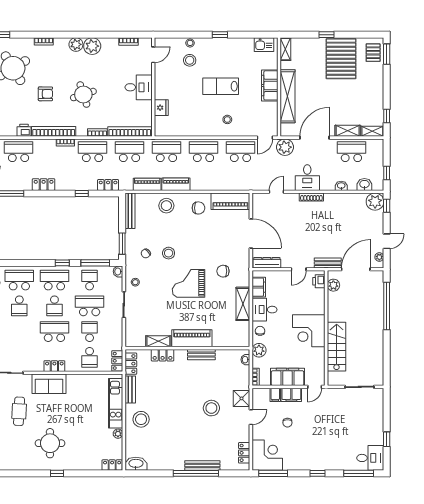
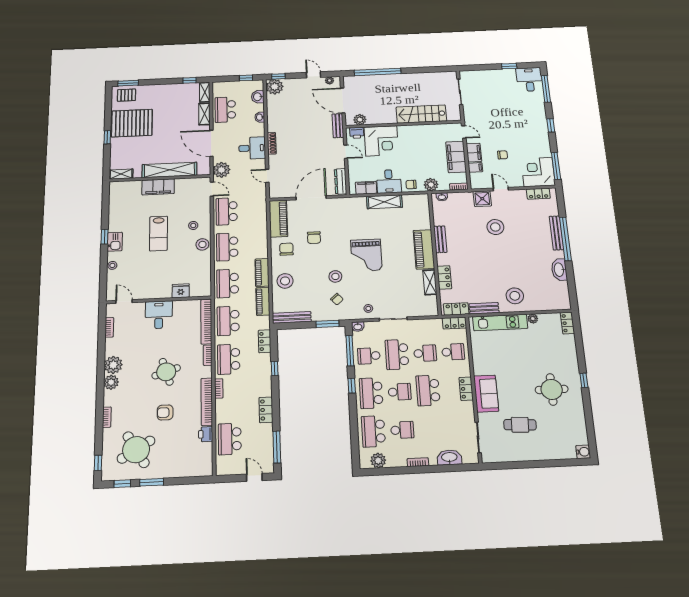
kitchen sink: (264, 45) -> (115, 242), moved
stool: (190, 60) -> (202, 244), moved
armchair: (45, 94) -> (165, 413), turned -90
chair: (223, 271) -> (314, 238), moved
corner desk: (309, 331) -> (381, 141), moved
school desk: (90, 332) -> (425, 353), turned 180
washbasin: (136, 464) -> (559, 270), moved

